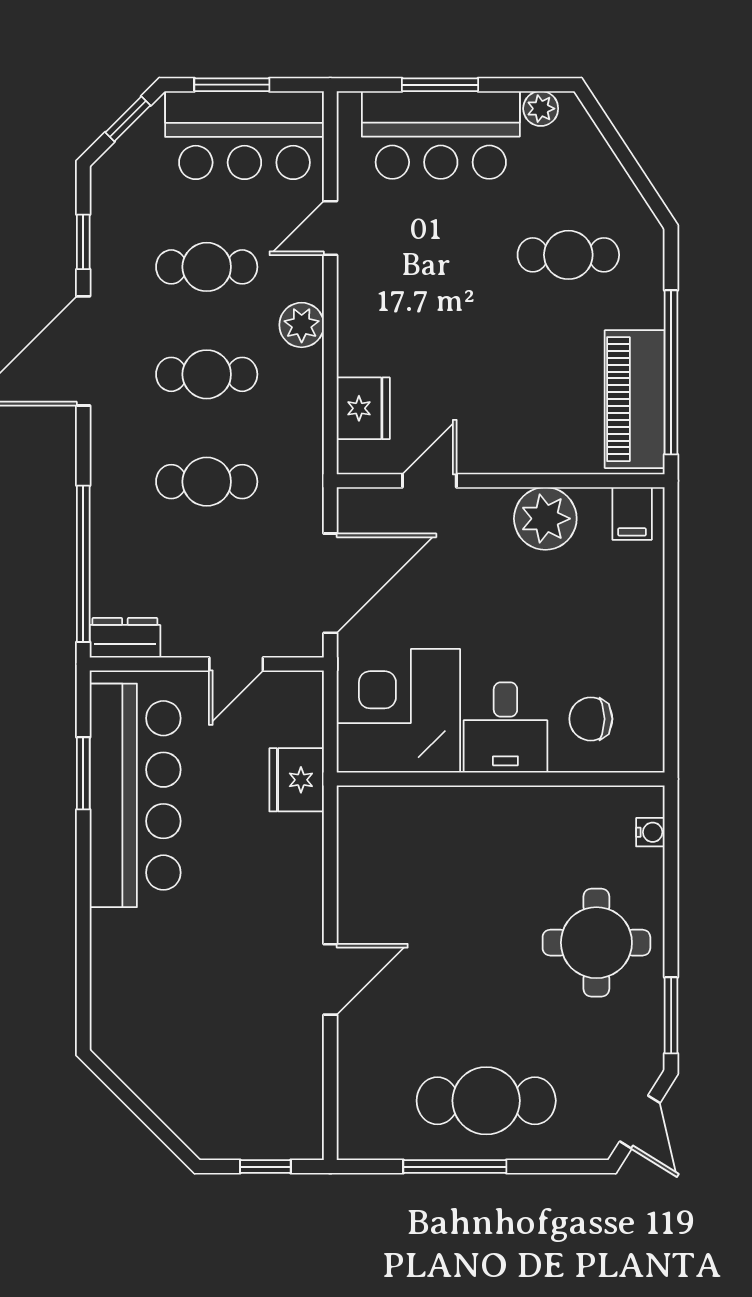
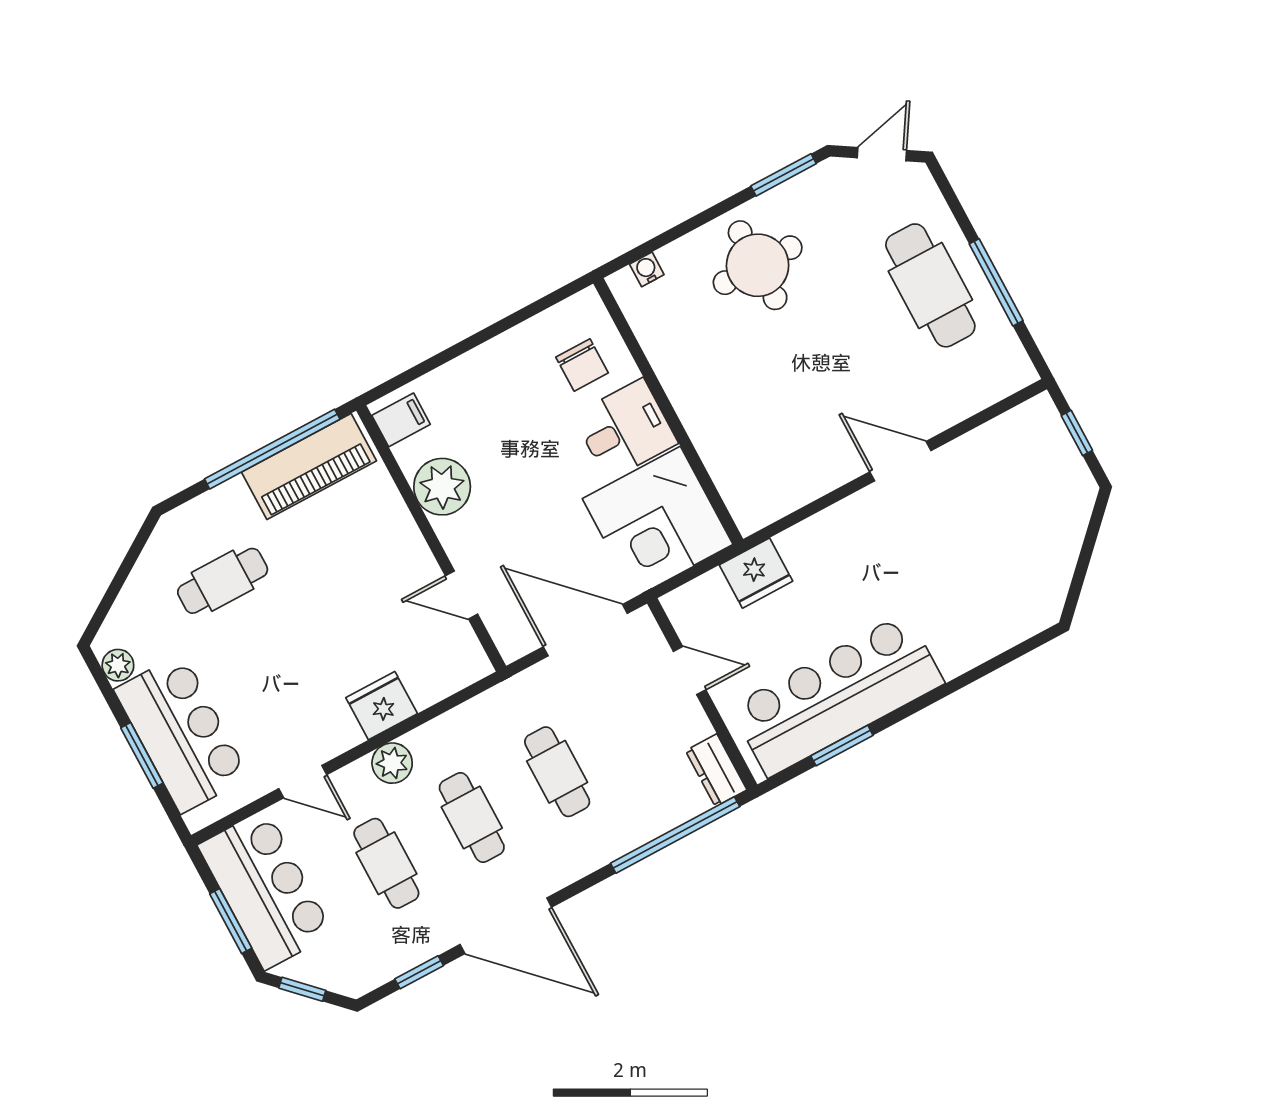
cafe table: (568, 255) -> (223, 581), turned 90
fridge: (363, 408) -> (382, 706), moved

